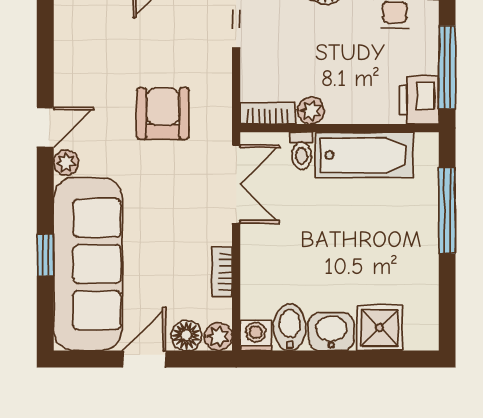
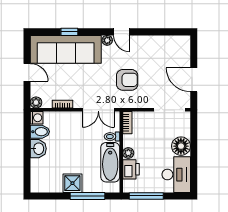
printer: (419, 100) -> (131, 169), moved, turned 90
plant: (311, 111) -> (128, 153), moved
shower: (380, 328) -> (72, 183), moved
floor lamp: (186, 335) -> (37, 90), removed

